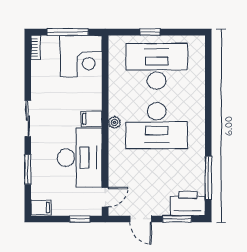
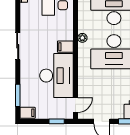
plant: (114, 122) -> (82, 38), moved
window: (28, 169) -> (18, 95), moved

